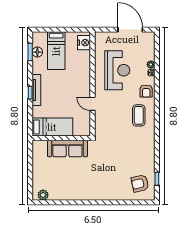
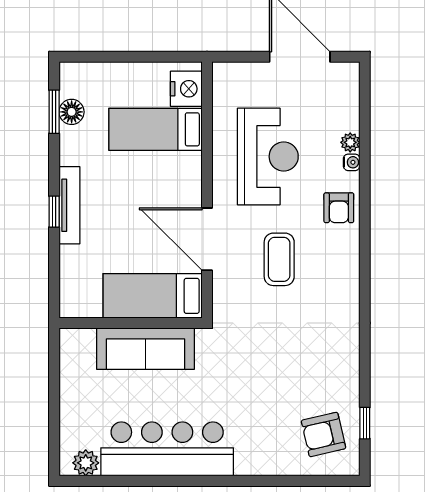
bed: (56, 51) -> (155, 129), moved, turned 90
door: (92, 104) -> (207, 239), width x1.88
coffee table: (139, 115) -> (279, 259), moved
bed: (52, 127) -> (153, 296), moved, turned 180
bar counter: (76, 189) -> (167, 449), added

